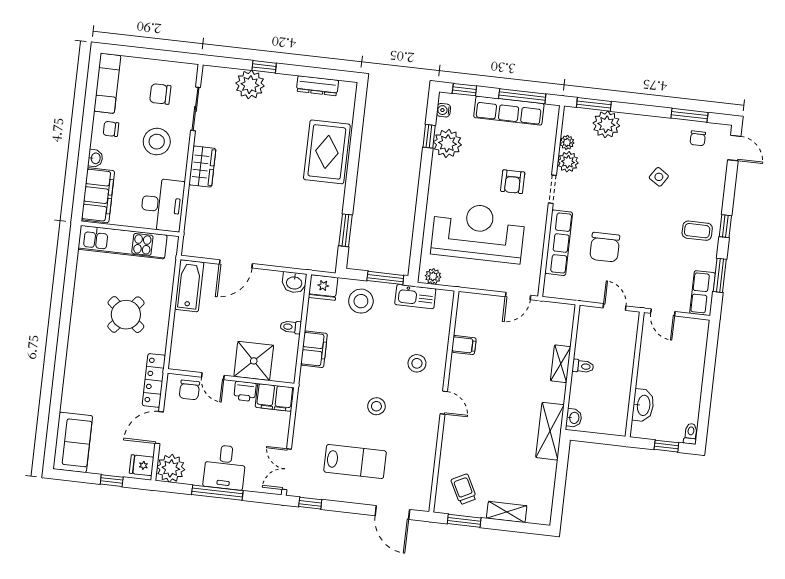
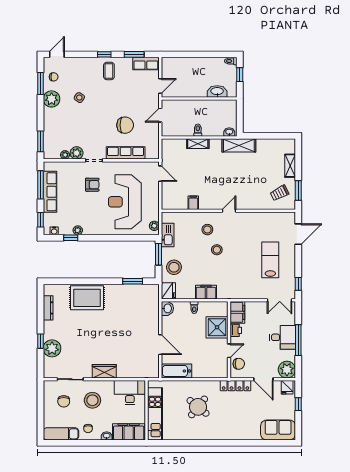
plant: (606, 124) -> (52, 99), moved
plant: (447, 143) -> (78, 230), width x0.53, depth x0.53
stool: (376, 406) -> (217, 250), moved

